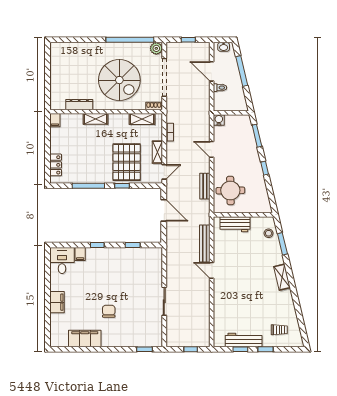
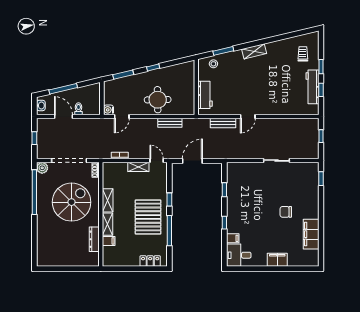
door: (212, 71) -> (63, 117), swing flipped
shelving: (142, 119) -> (108, 200), moved
filing cabinet: (55, 120) -> (109, 241), moved
door: (212, 149) -> (122, 117), moved
pallet: (127, 162) -> (148, 217), moved, turned 90
round table: (230, 191) -> (158, 100), moved
bench: (205, 244) -> (223, 123), width x0.73

